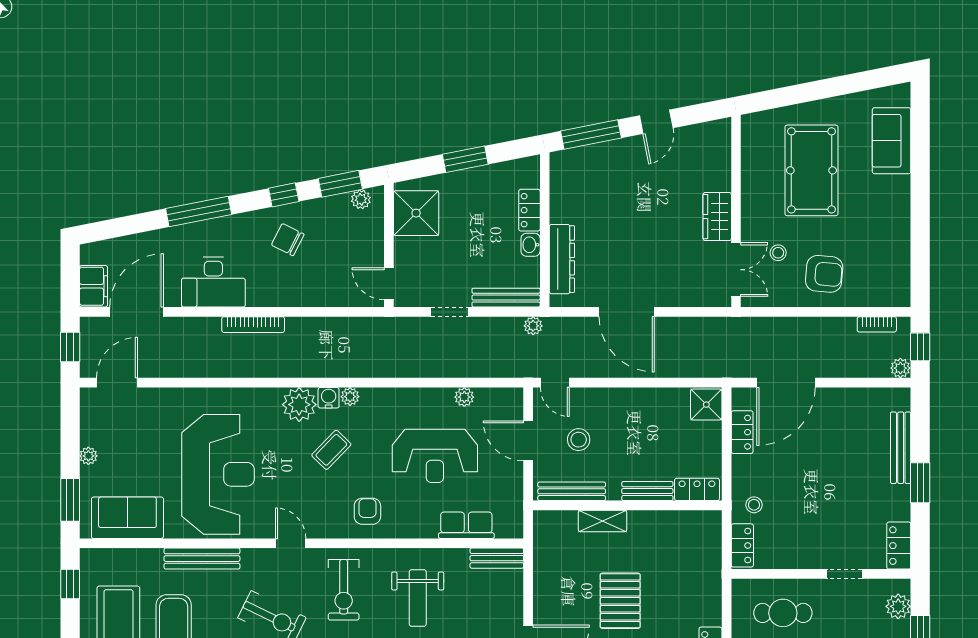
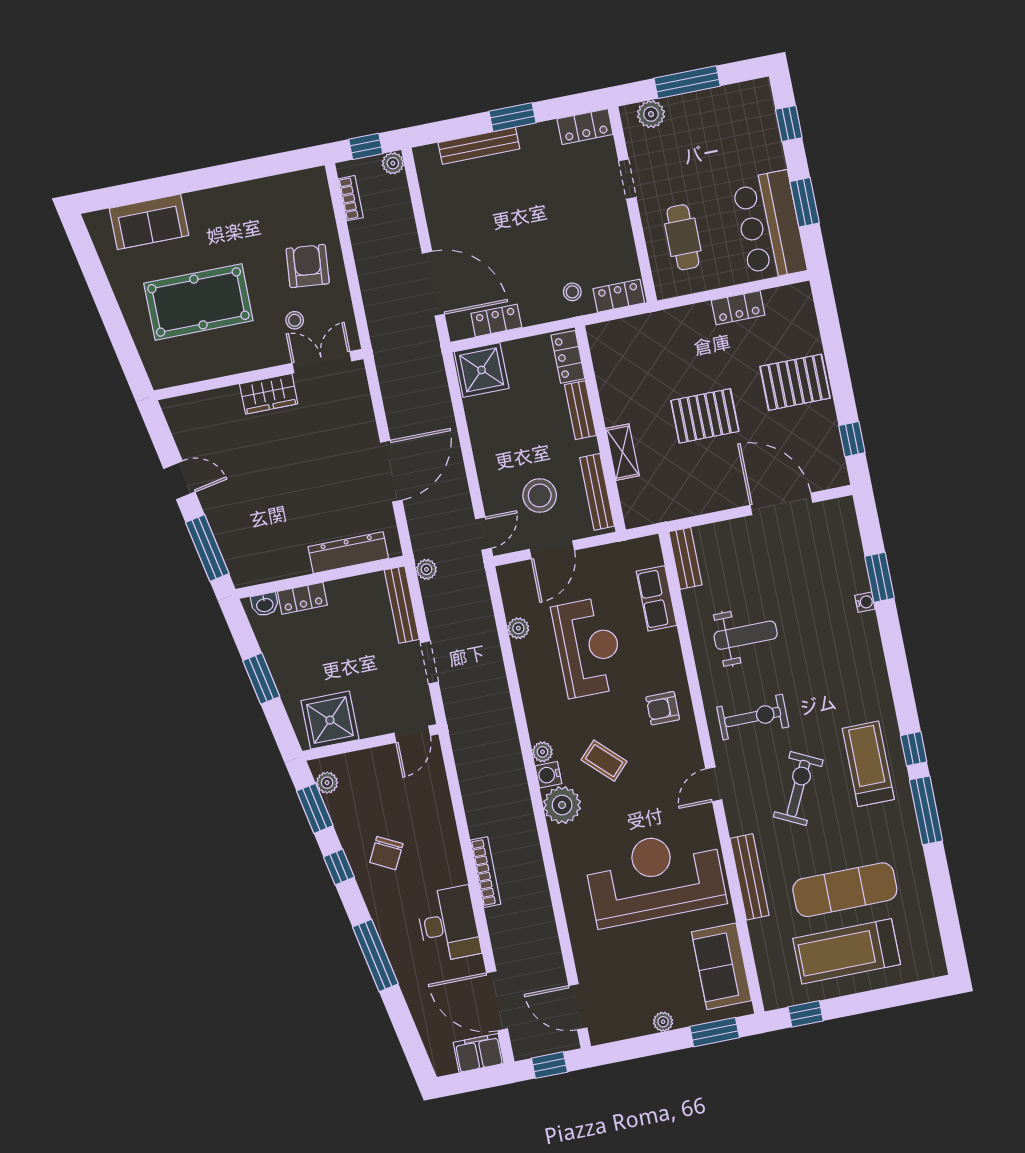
washbasin: (531, 245) -> (265, 604), moved
shower: (706, 405) -> (482, 370), width x1.36, depth x1.36
stool: (579, 440) -> (540, 495), width x1.38, depth x1.38

